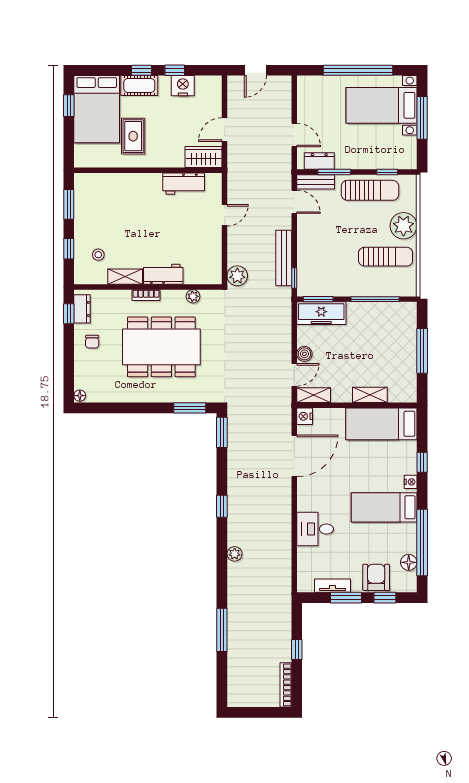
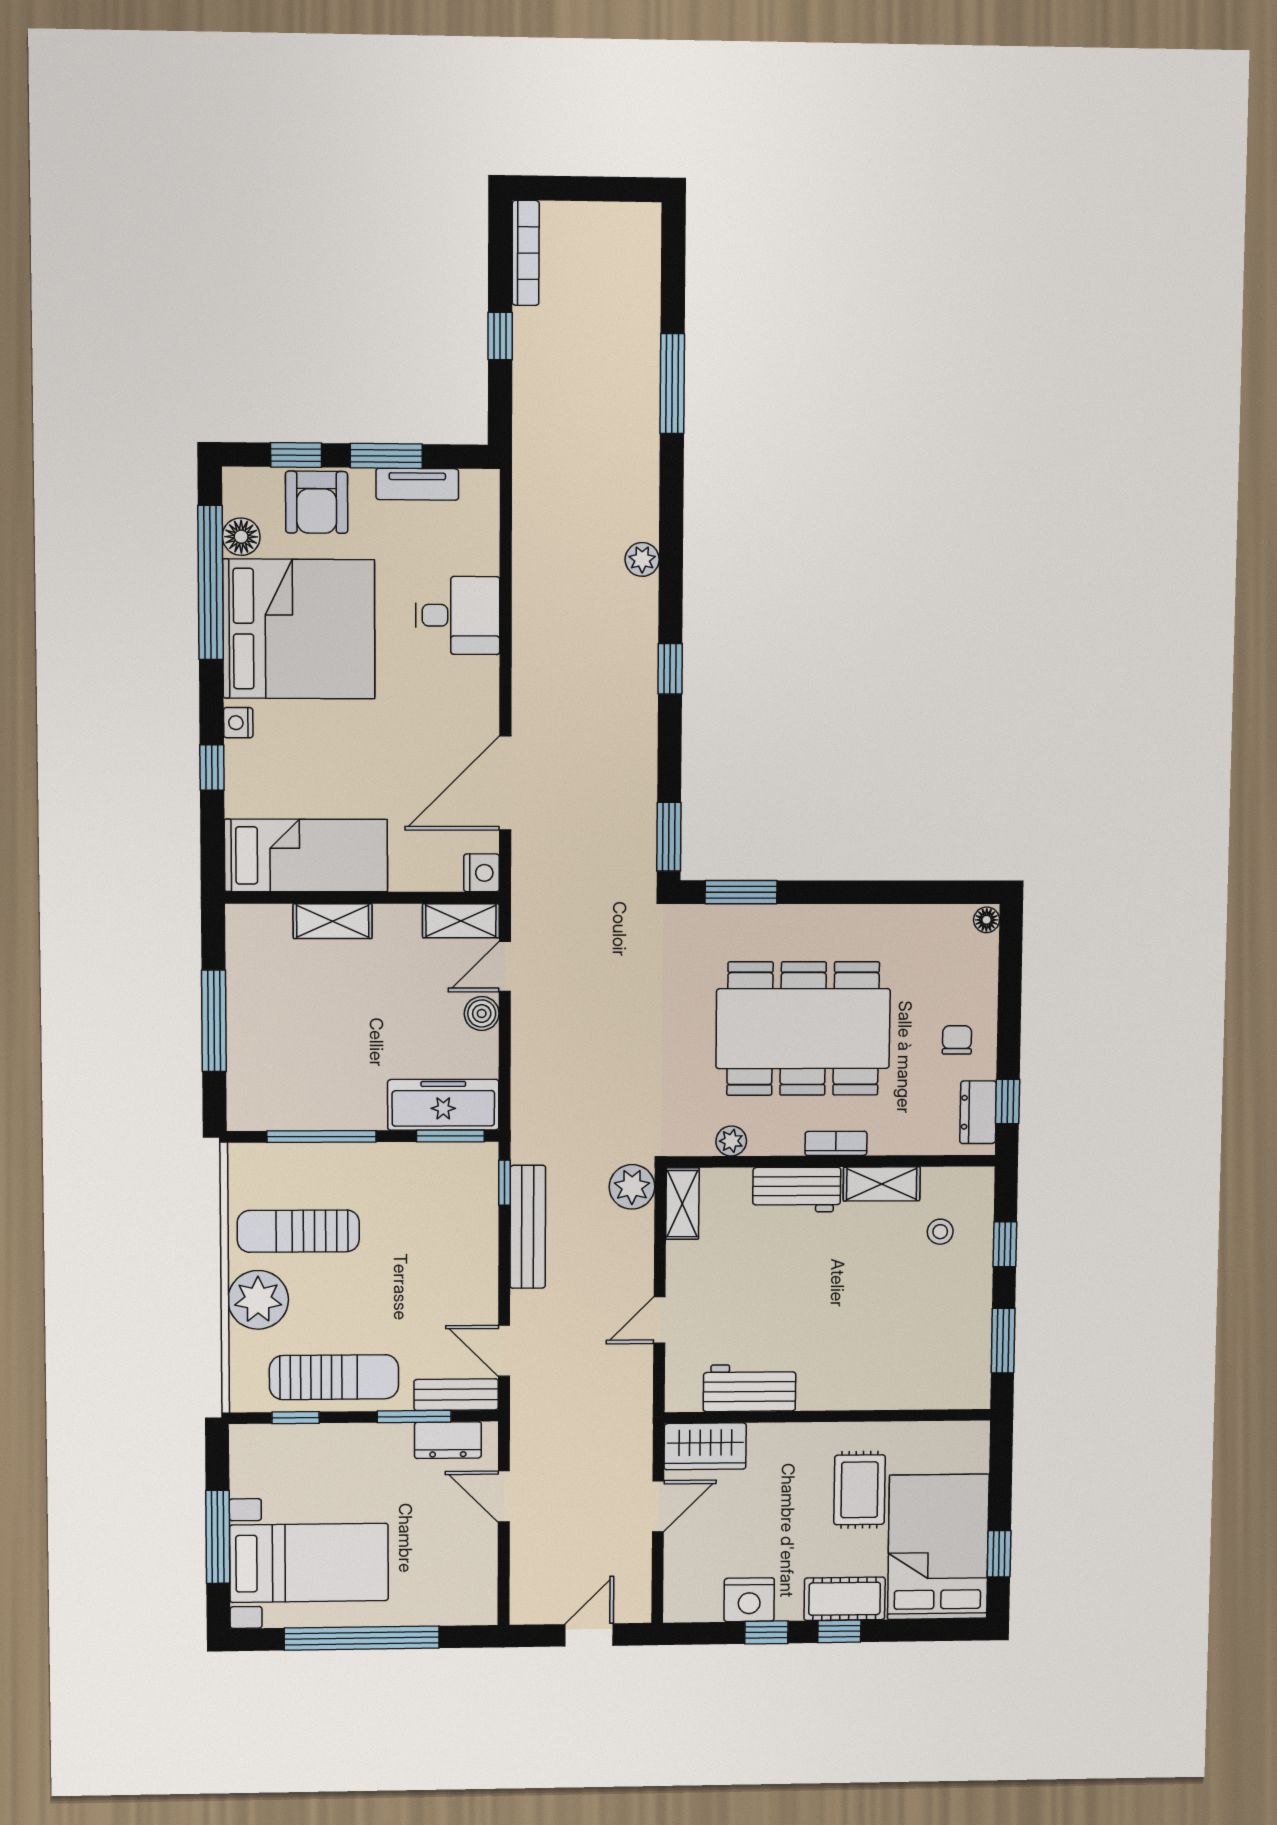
sun lounger: (370, 190) -> (334, 1377), turned 180
shelving: (215, 268) -> (682, 1204), added
bed: (384, 507) -> (299, 629), width x2.04

